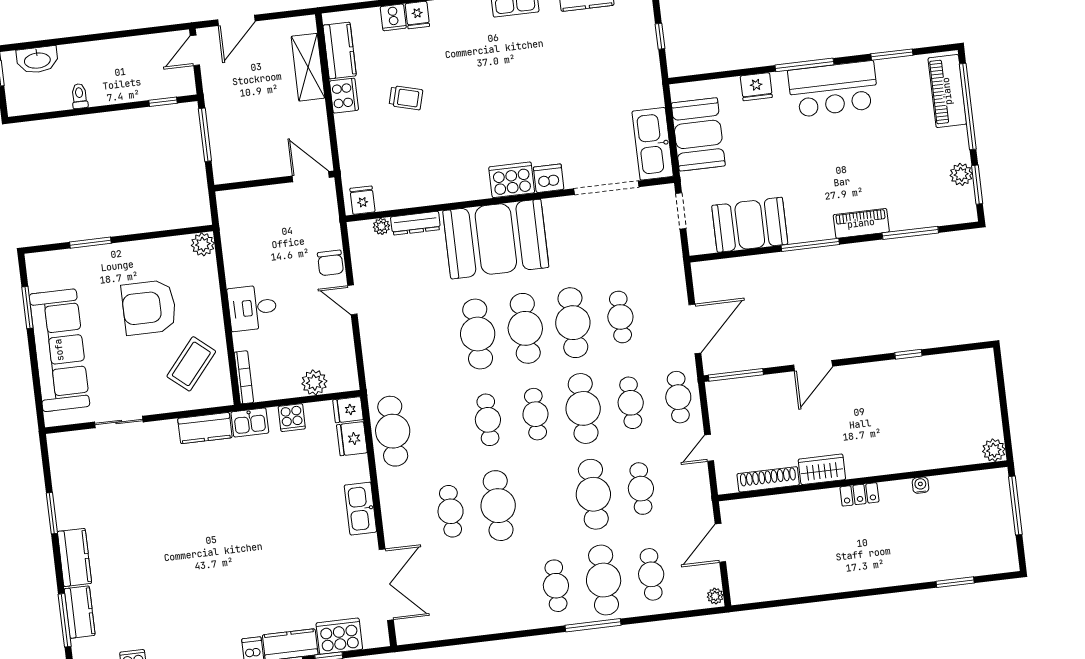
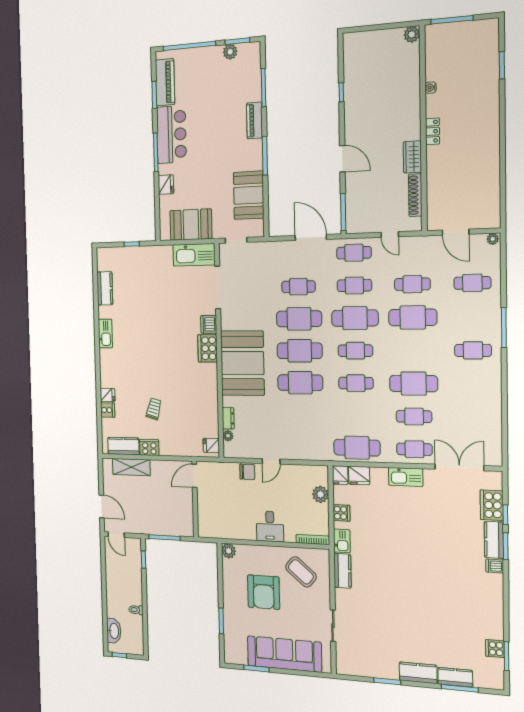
piano: (947, 91) -> (165, 82), moved, turned -90
dresser: (416, 223) -> (228, 418), width x0.70
cafe table: (604, 580) -> (414, 449), moved, width x0.73, depth x0.74

